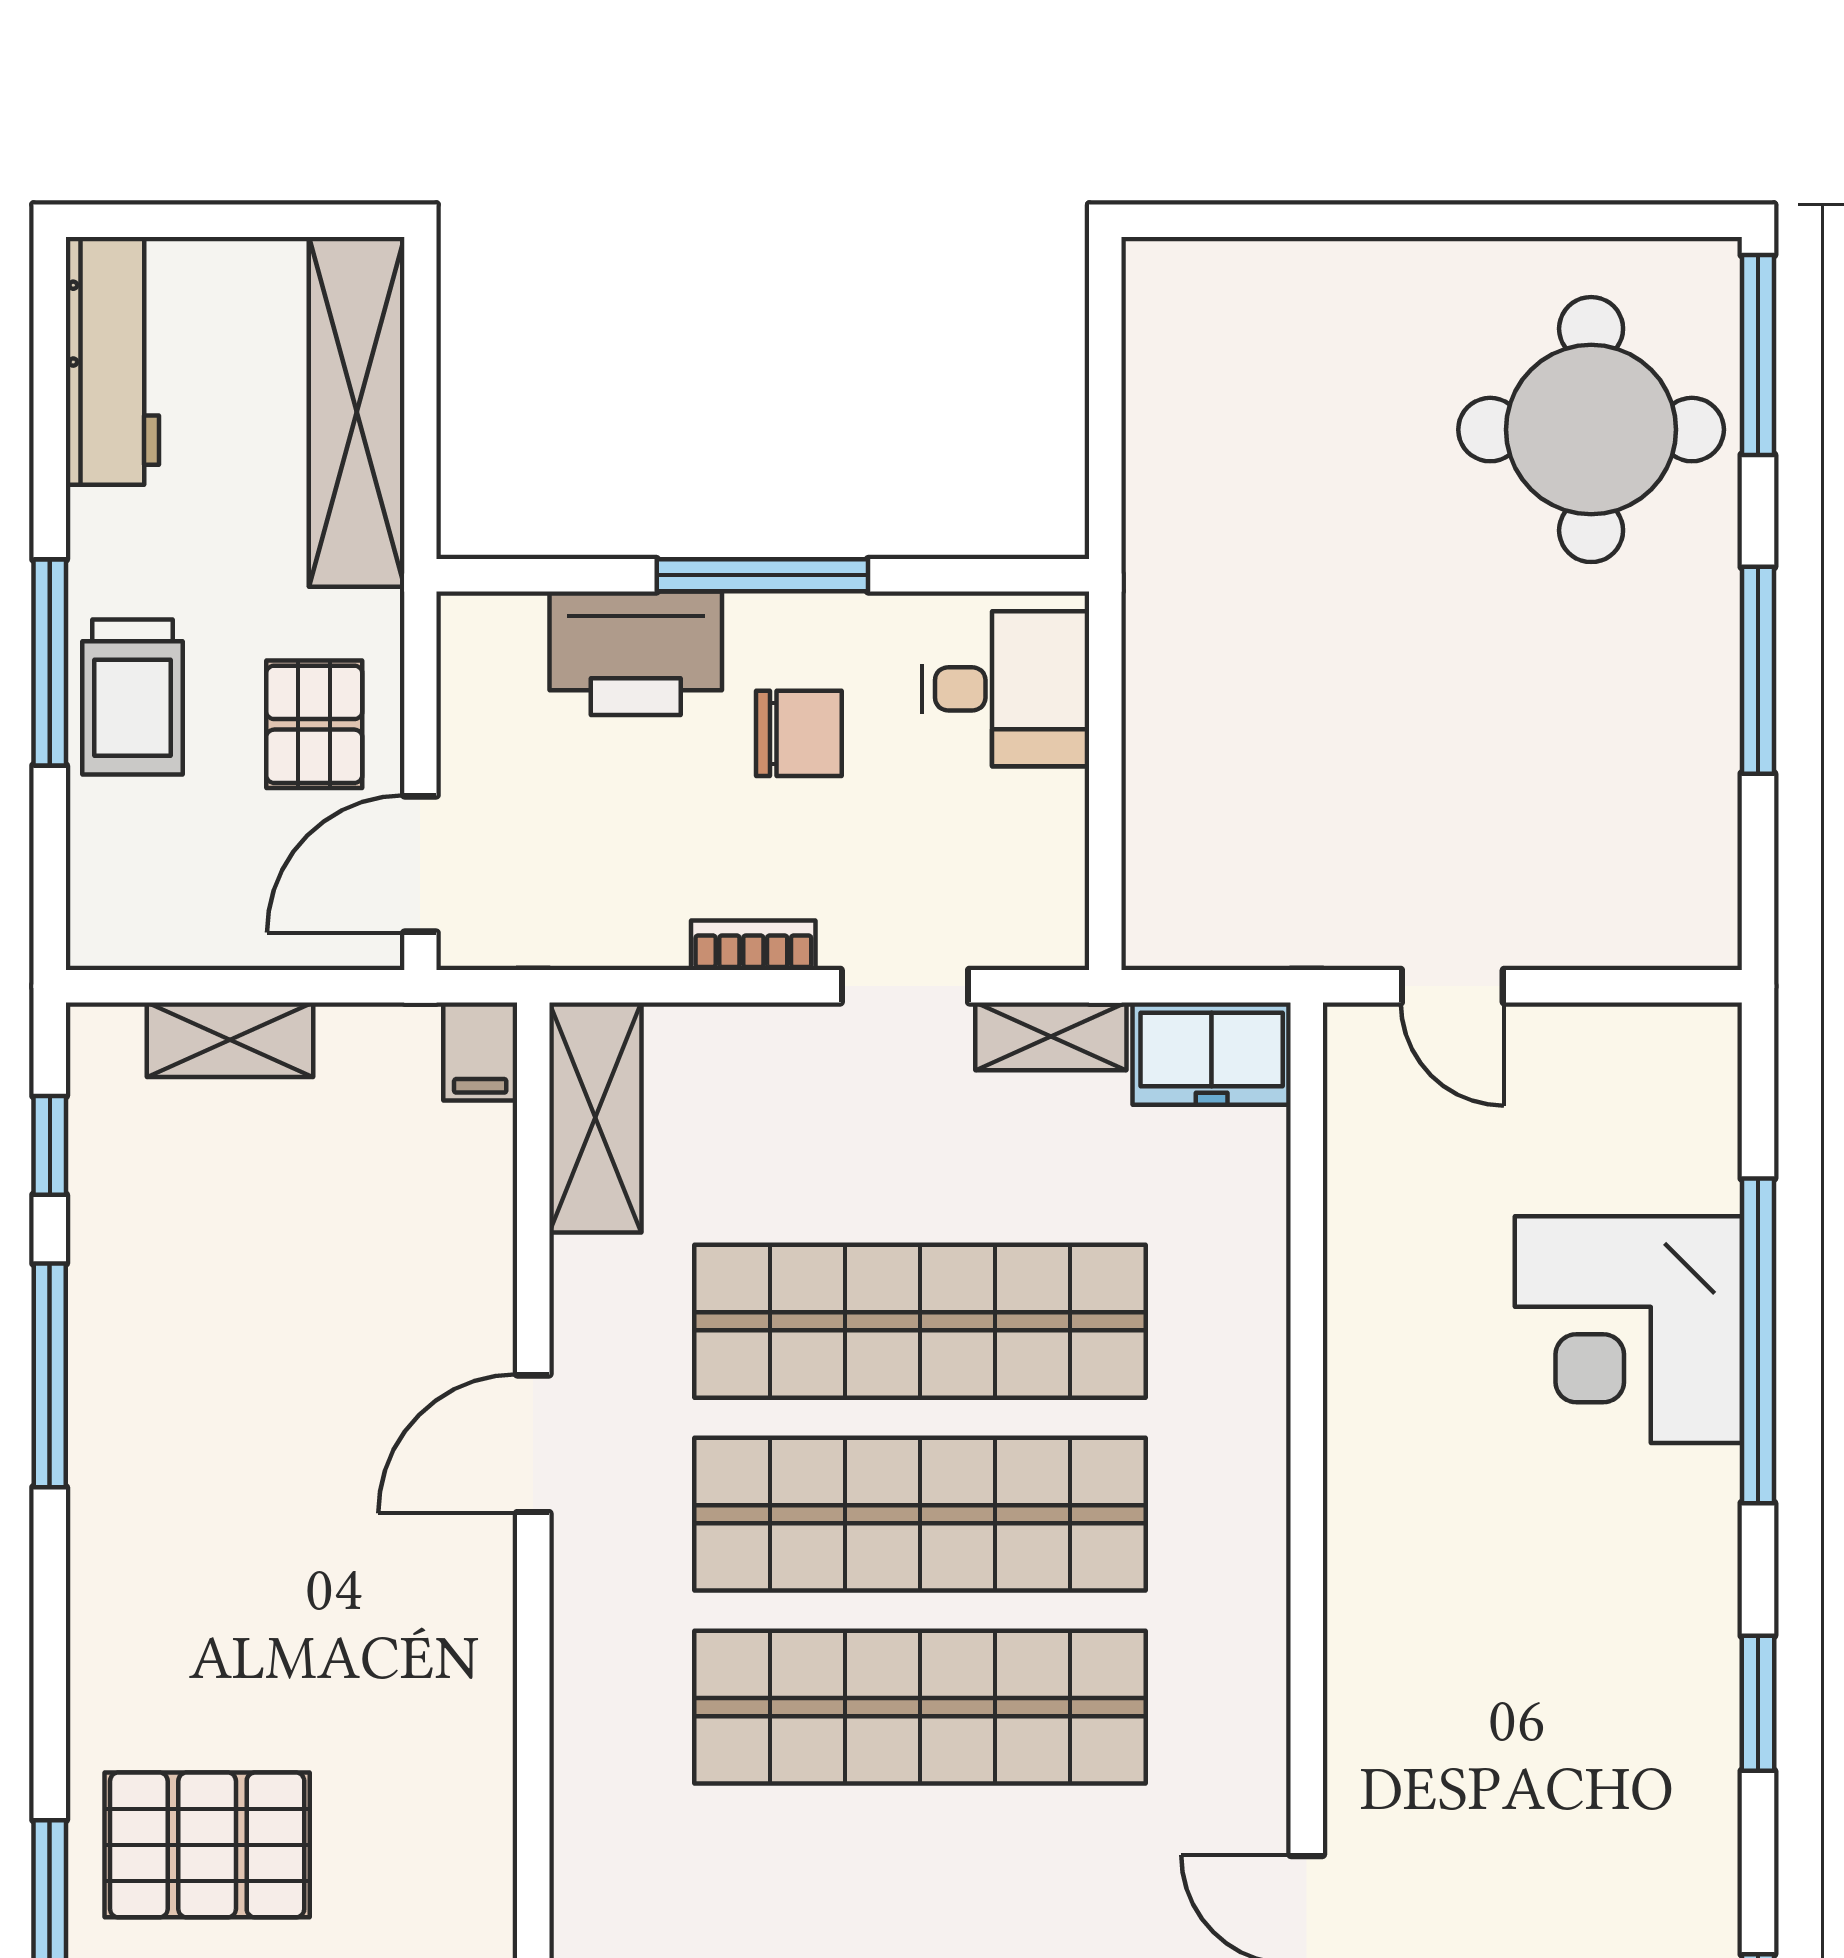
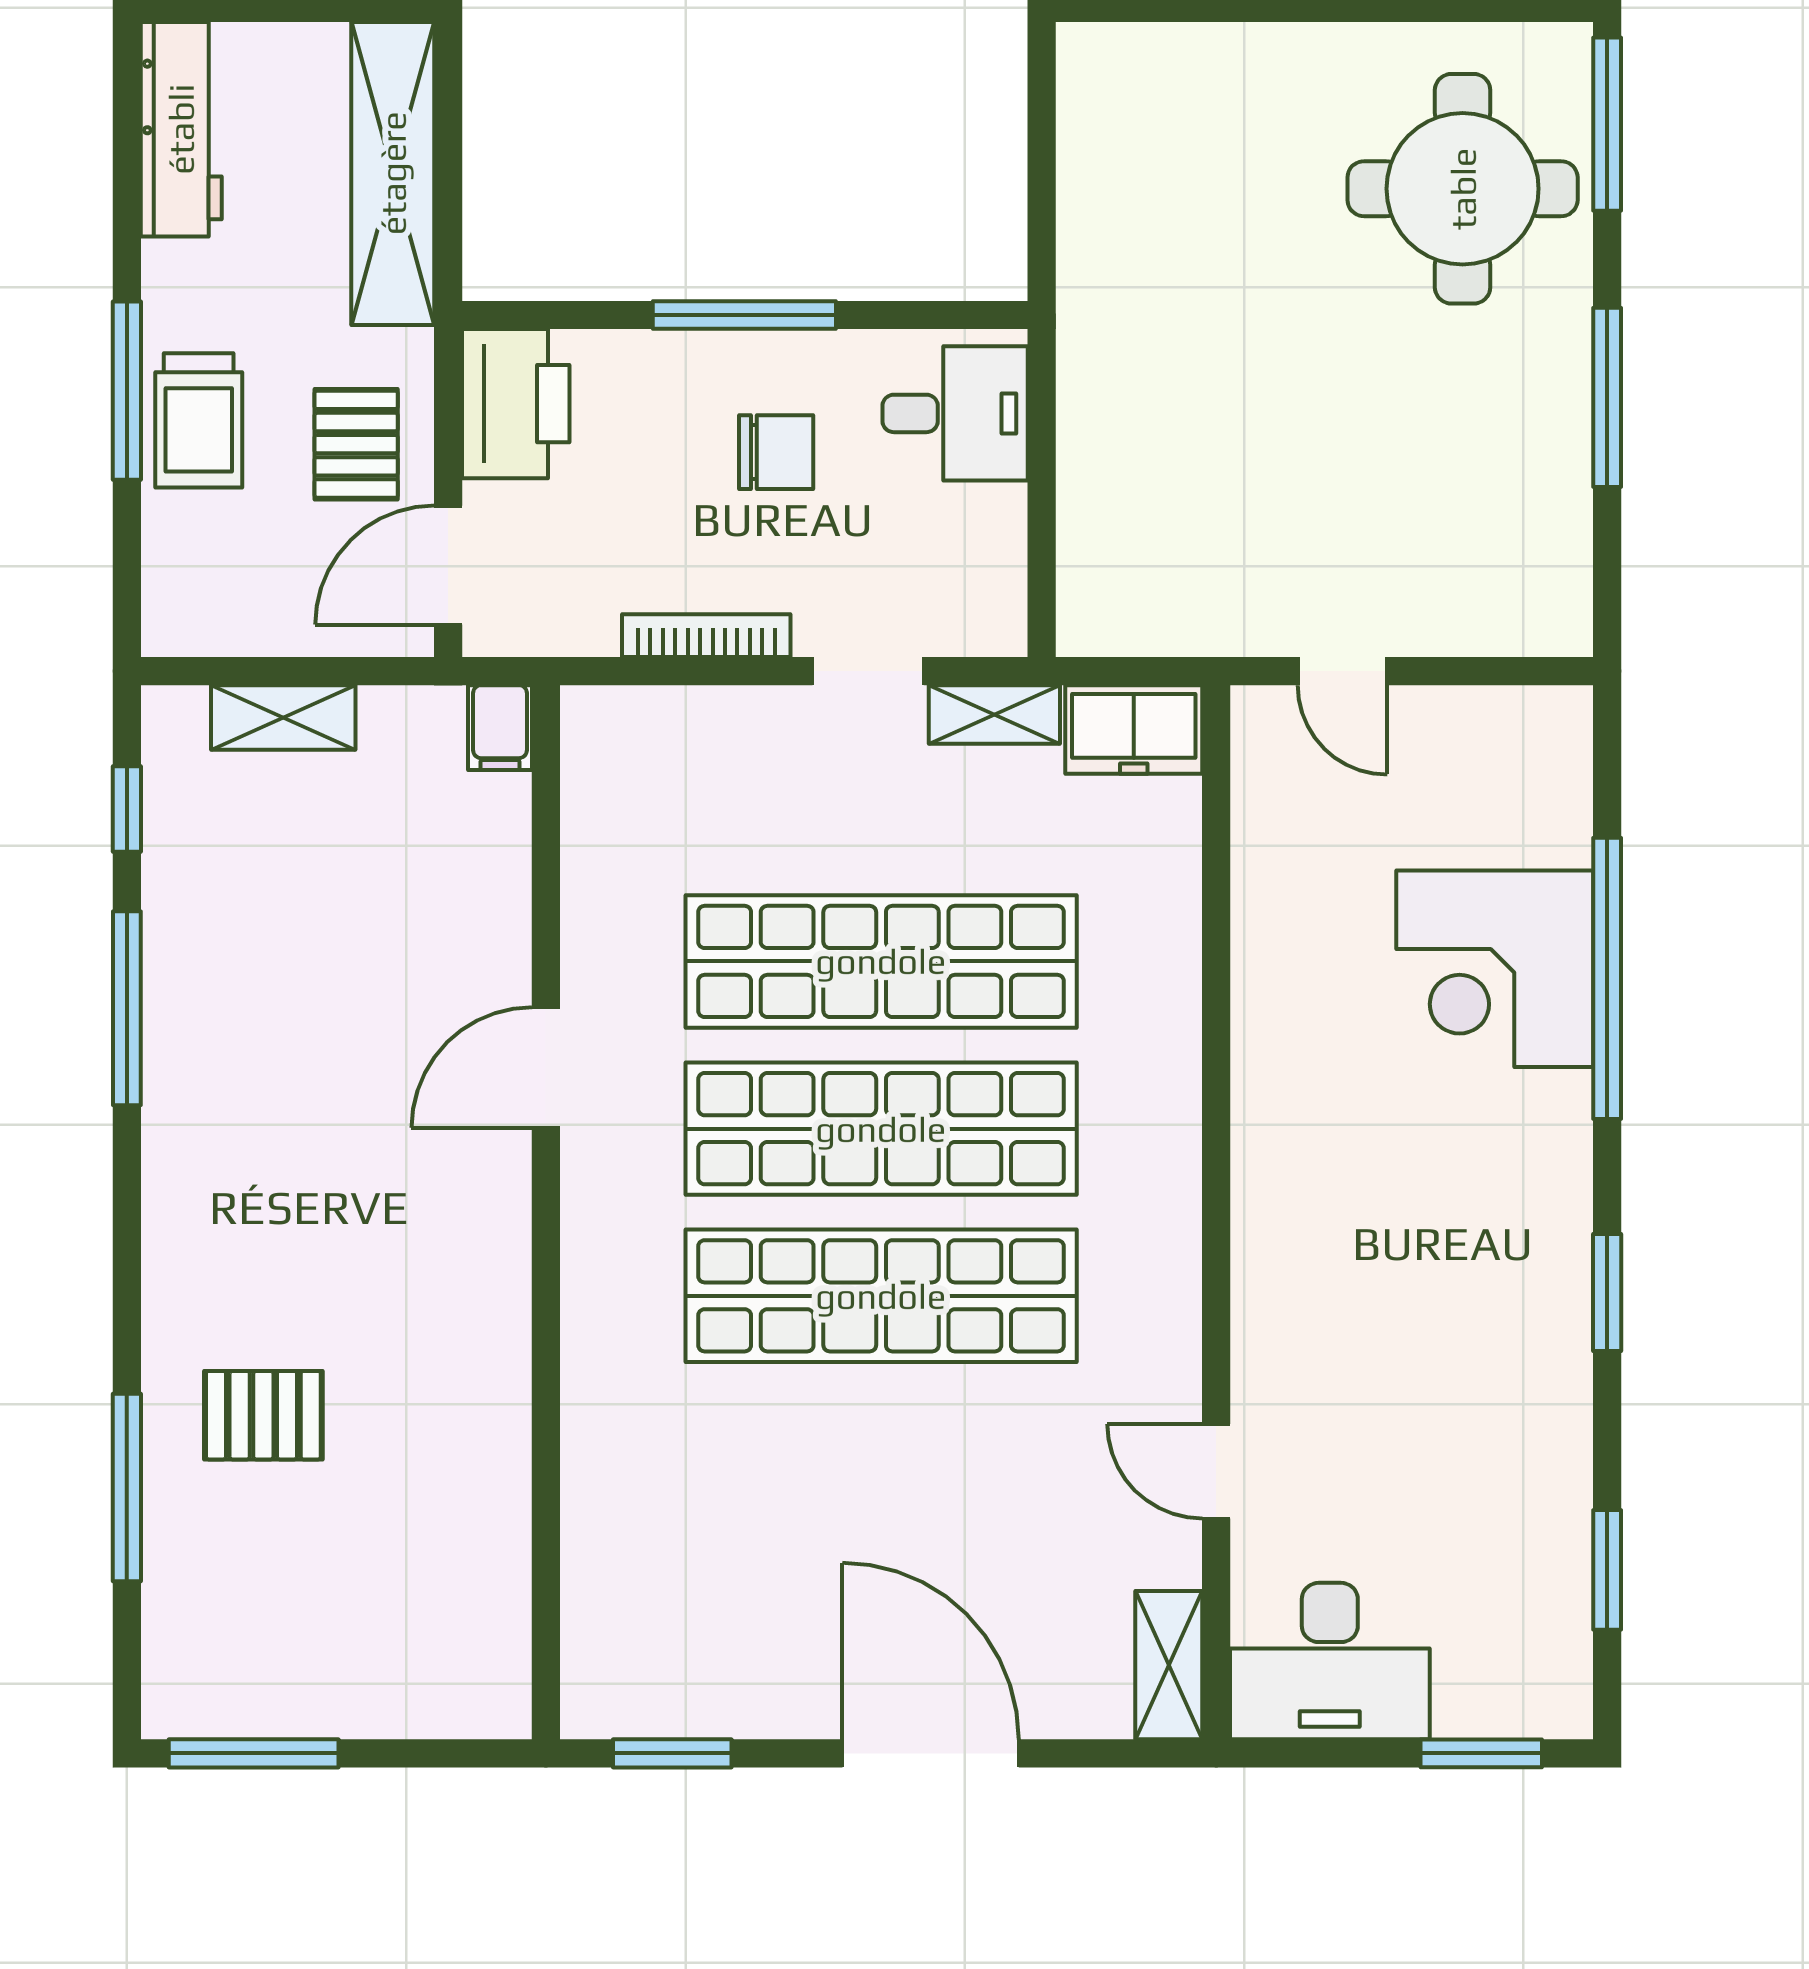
printer: (636, 653) -> (516, 404), moved, turned -90
bookcase: (753, 945) -> (706, 636), width x1.56
shelving: (595, 1117) -> (600, 785), removed
pallet: (207, 1845) -> (263, 1415), width x0.67, depth x0.71

